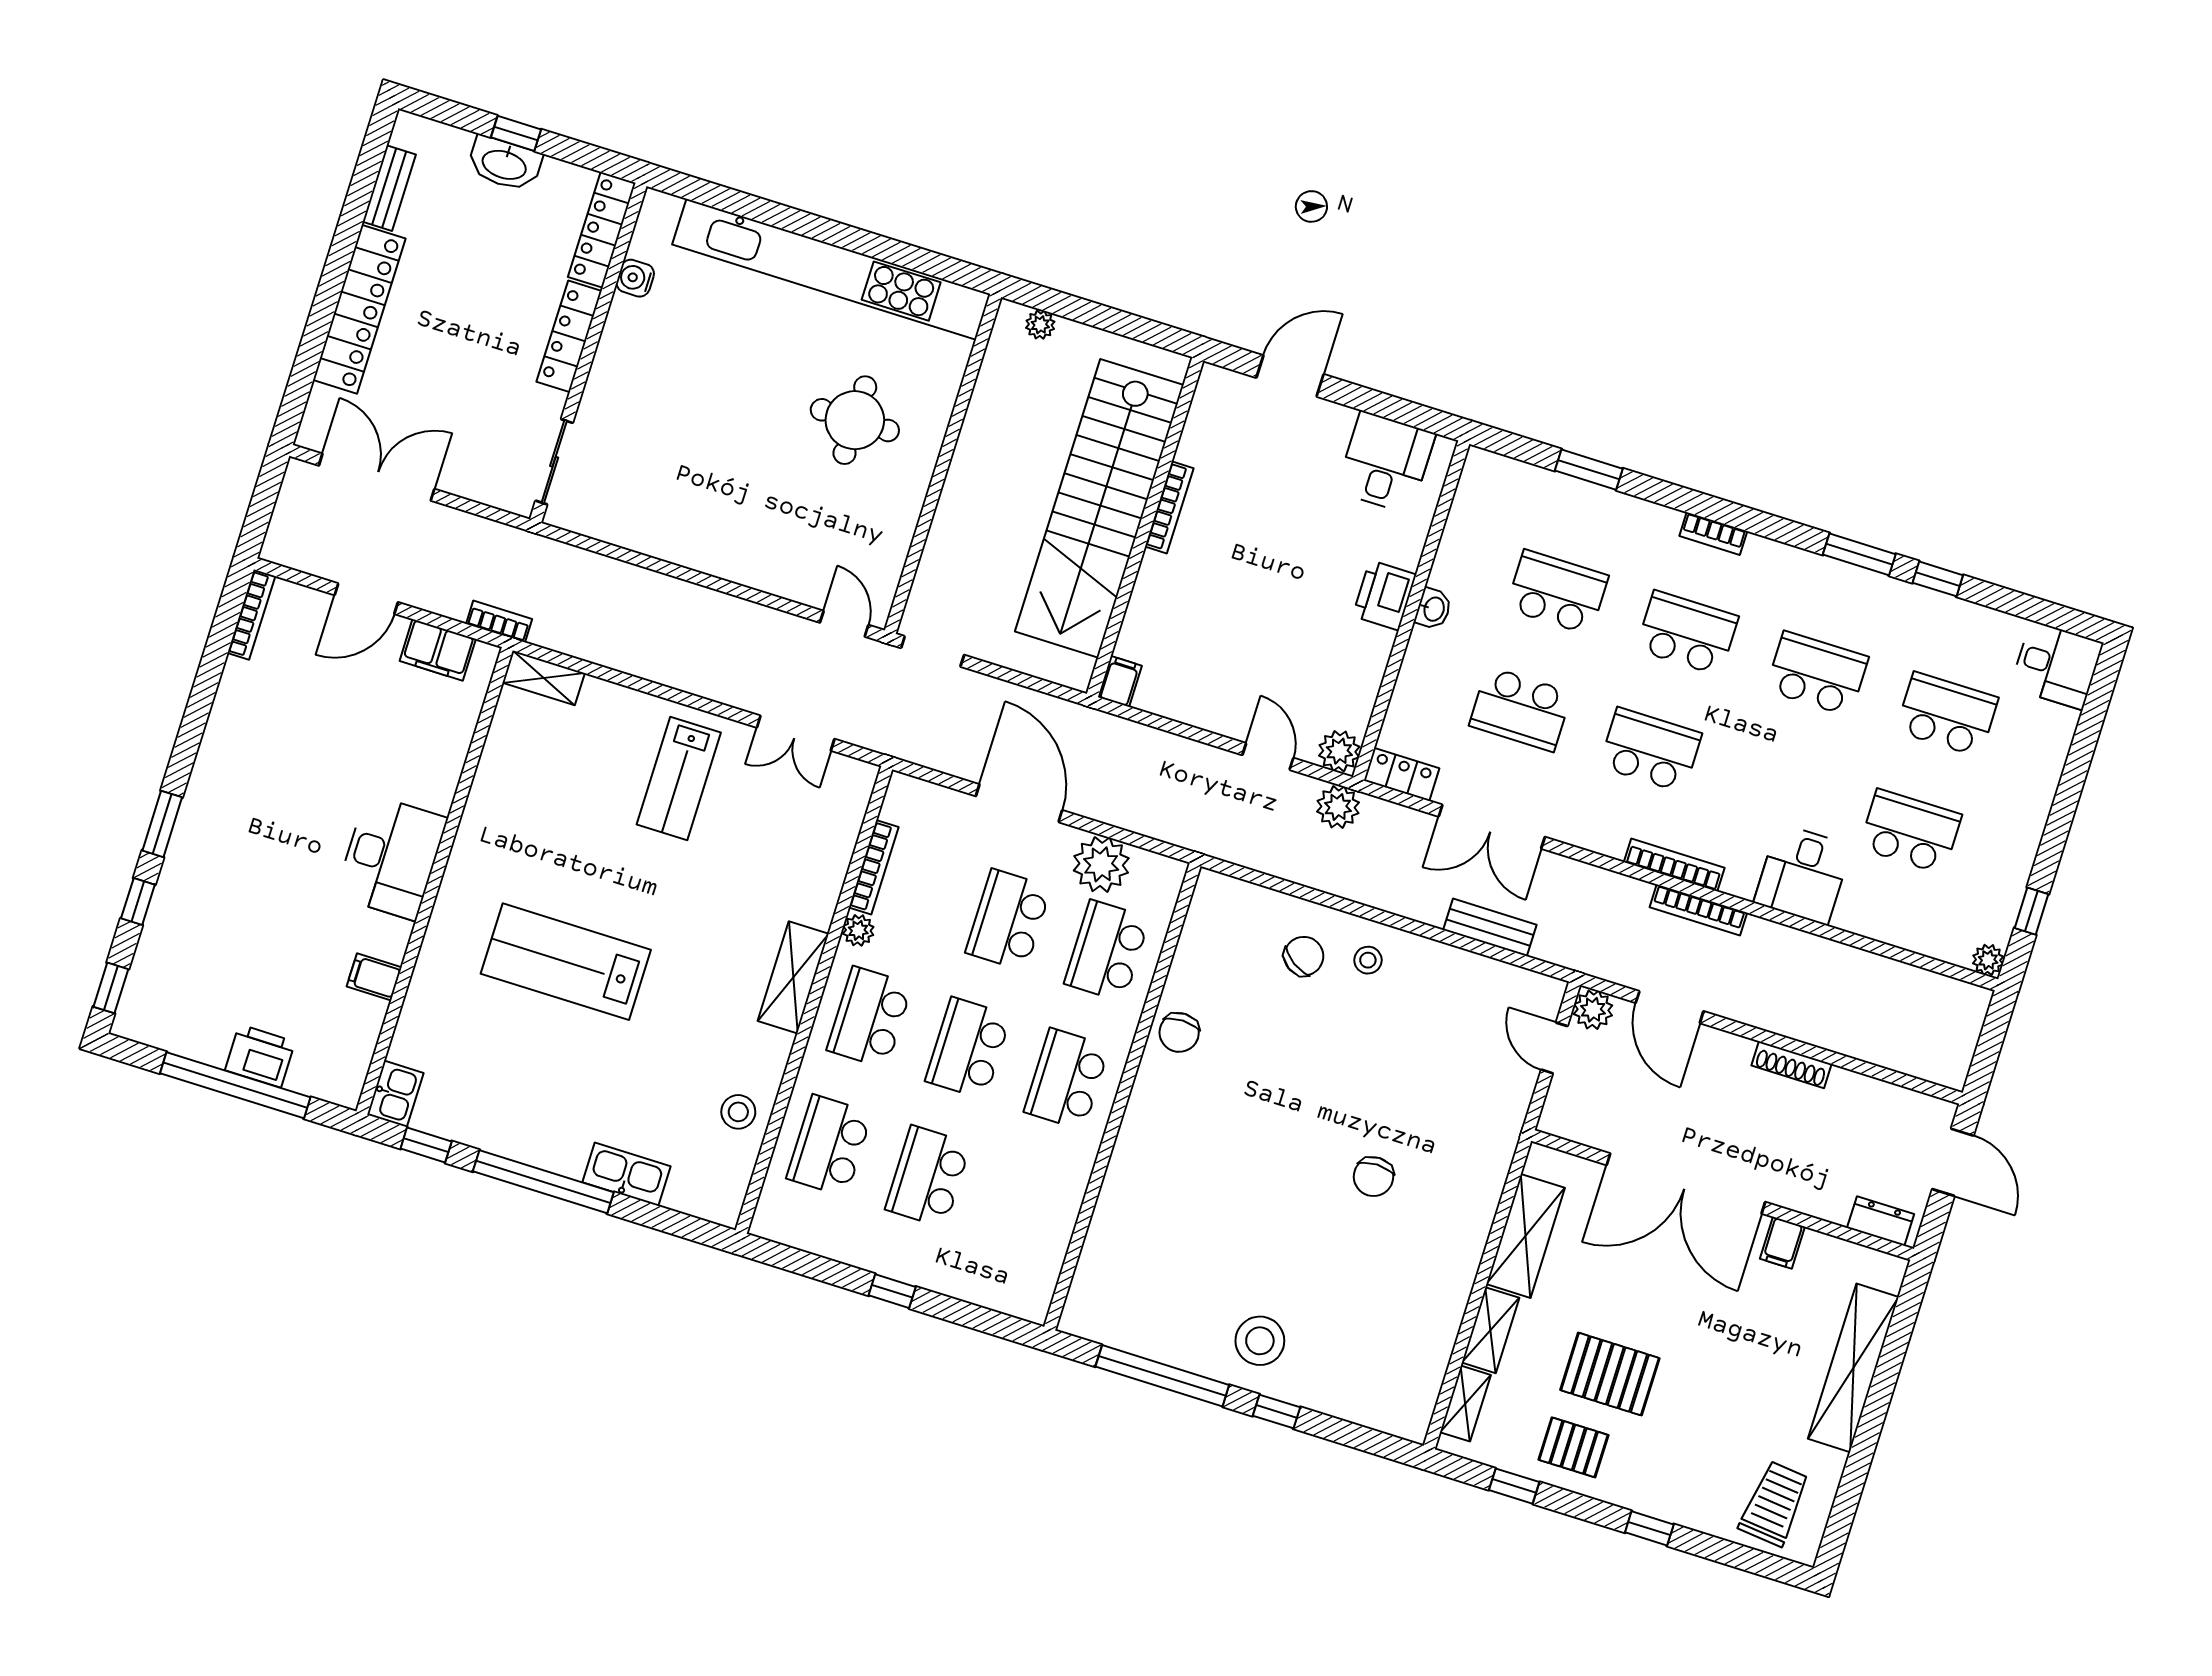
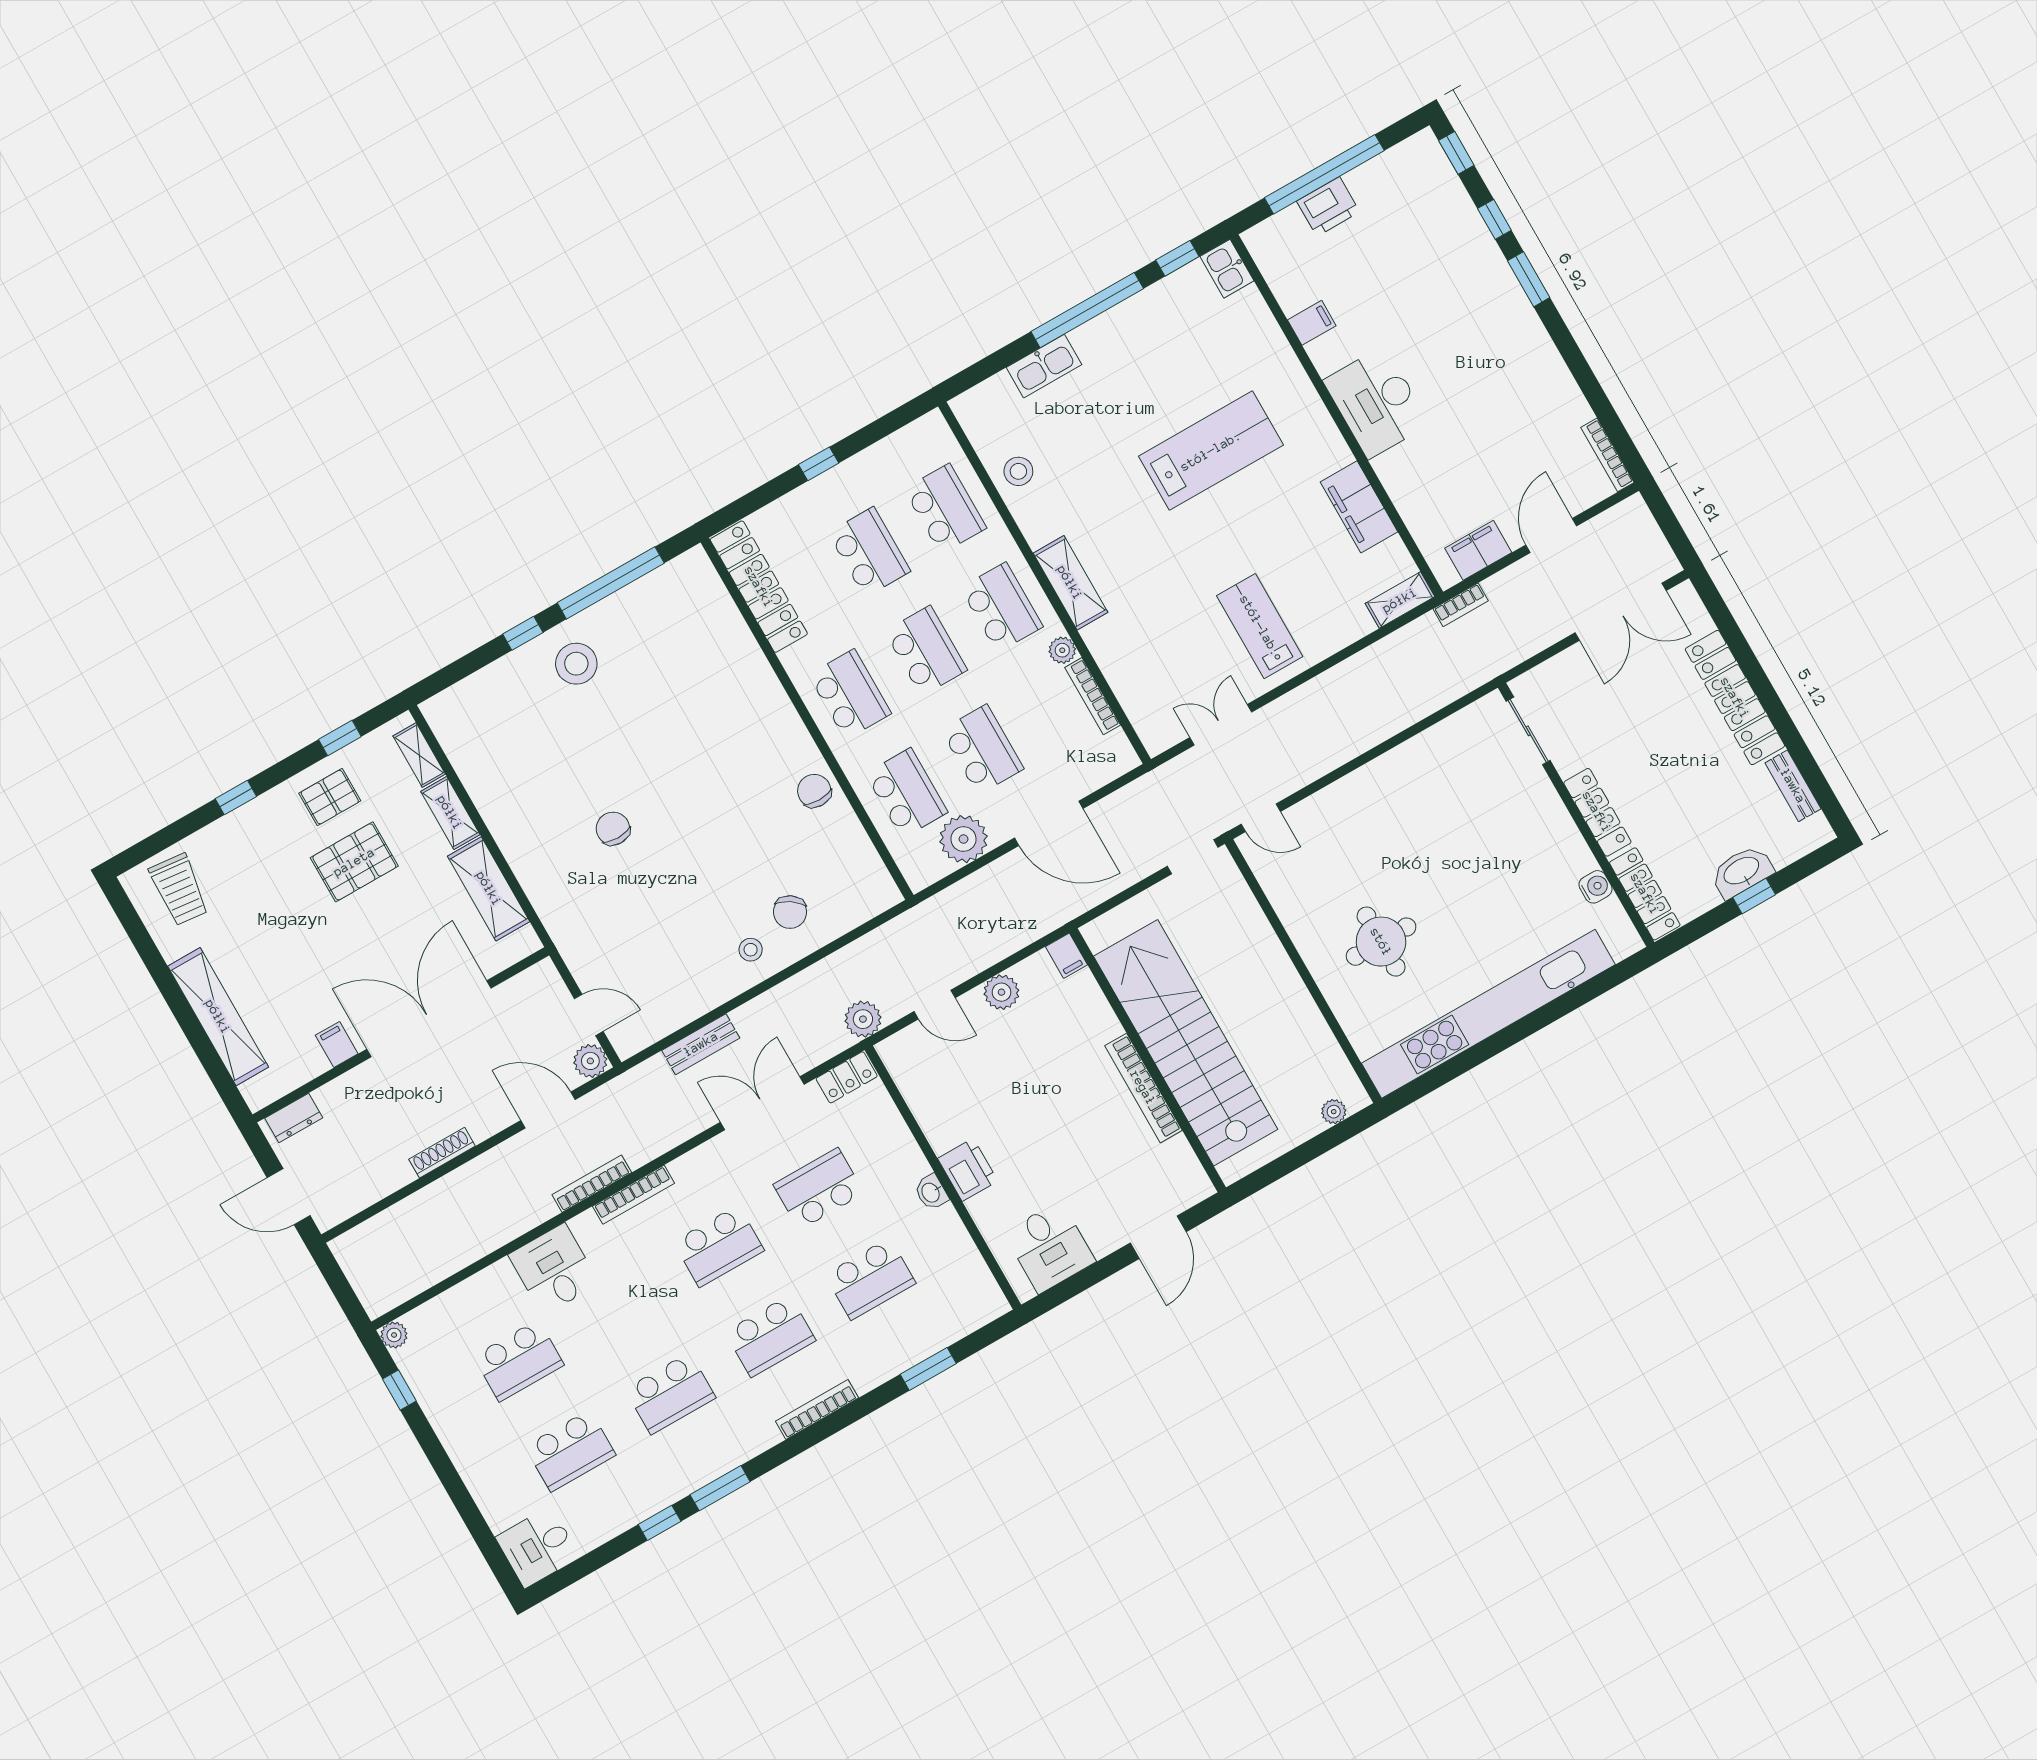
bookcase: (1169, 507) -> (1143, 1088), width x1.48, depth x1.31
bookcase: (1713, 534) -> (817, 1409), width x1.56
plant: (1339, 751) -> (1001, 992), moved
filing cabinet: (496, 788) -> (1359, 507), added
locker: (1047, 1244) -> (759, 587), added

